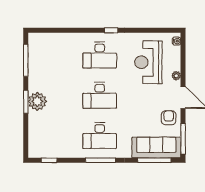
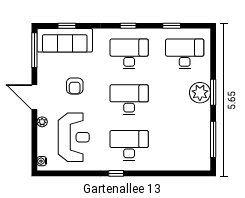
armchair: (169, 118) -> (75, 86), moved
desk: (51, 136) -> (185, 54), added
window: (49, 160) -> (172, 26), moved
window: (101, 160) -> (128, 26), width x0.46
window: (154, 160) -> (67, 26), width x0.46

